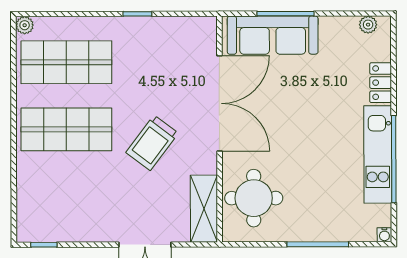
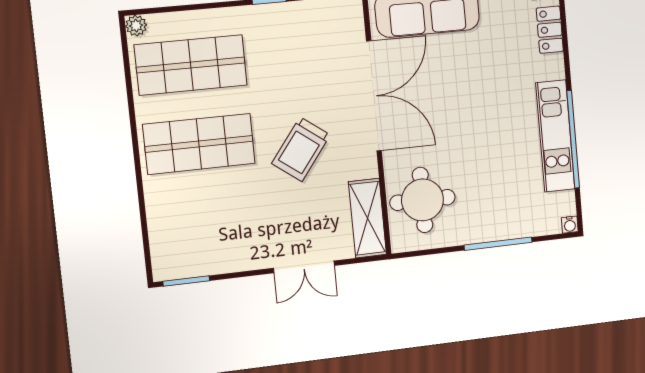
locker: (381, 83) -> (550, 30), moved
window: (44, 245) -> (186, 281), width x1.50

